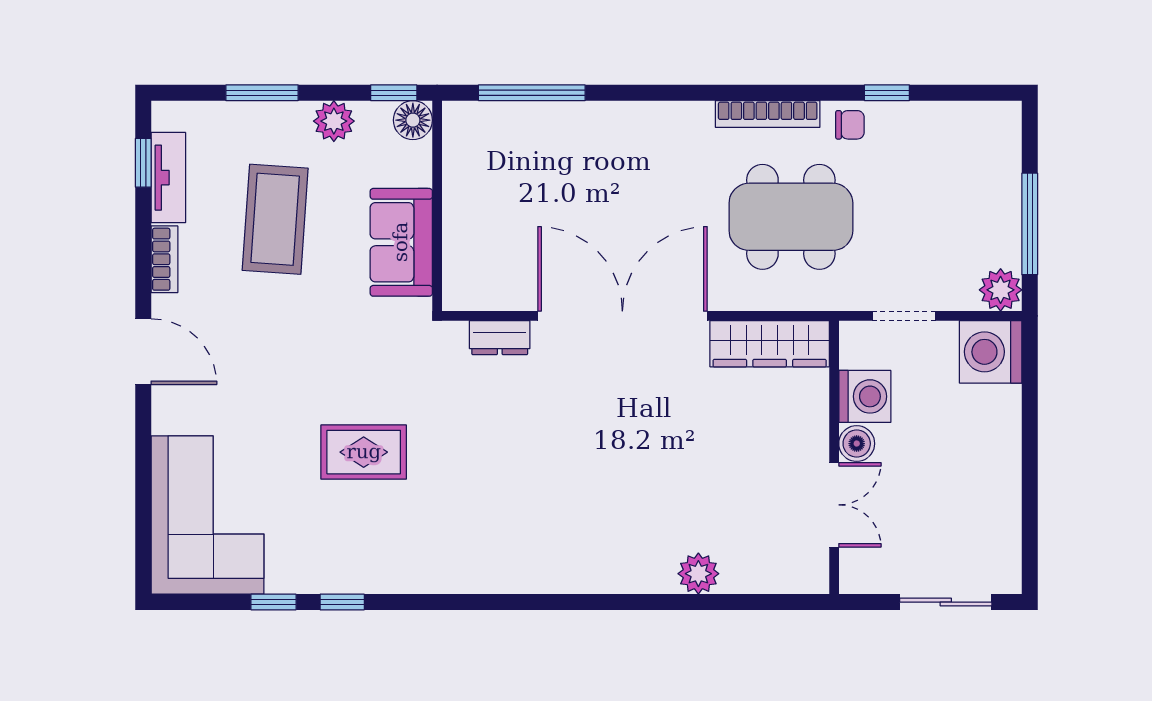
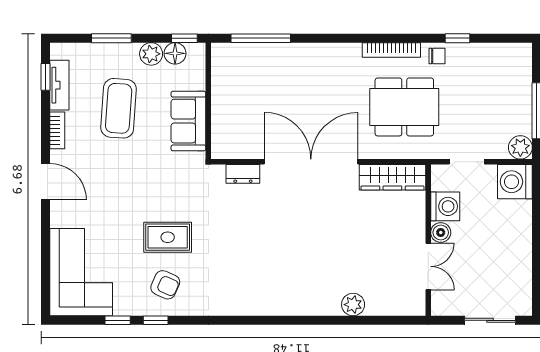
floor lamp: (413, 120) -> (175, 53), moved
armchair: (359, 538) -> (165, 285), added

